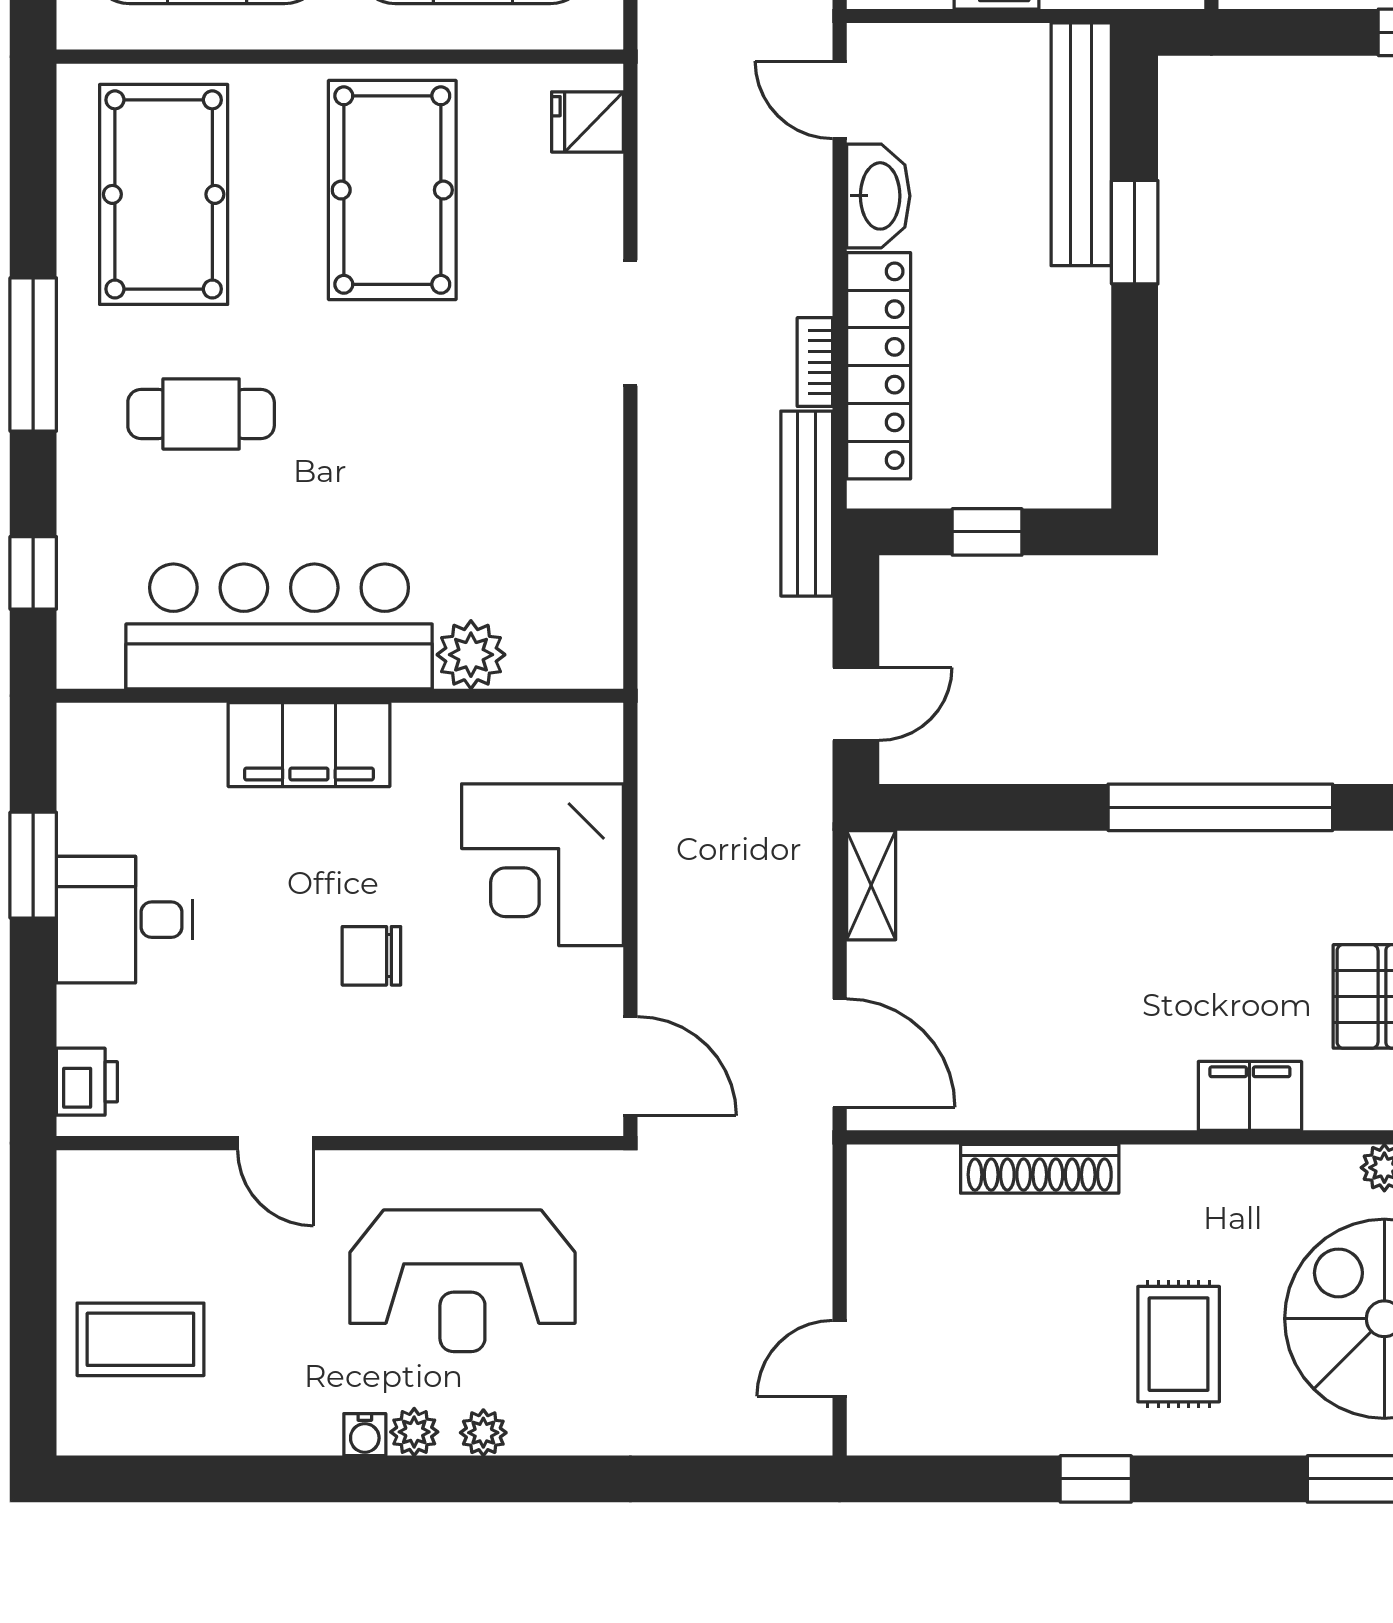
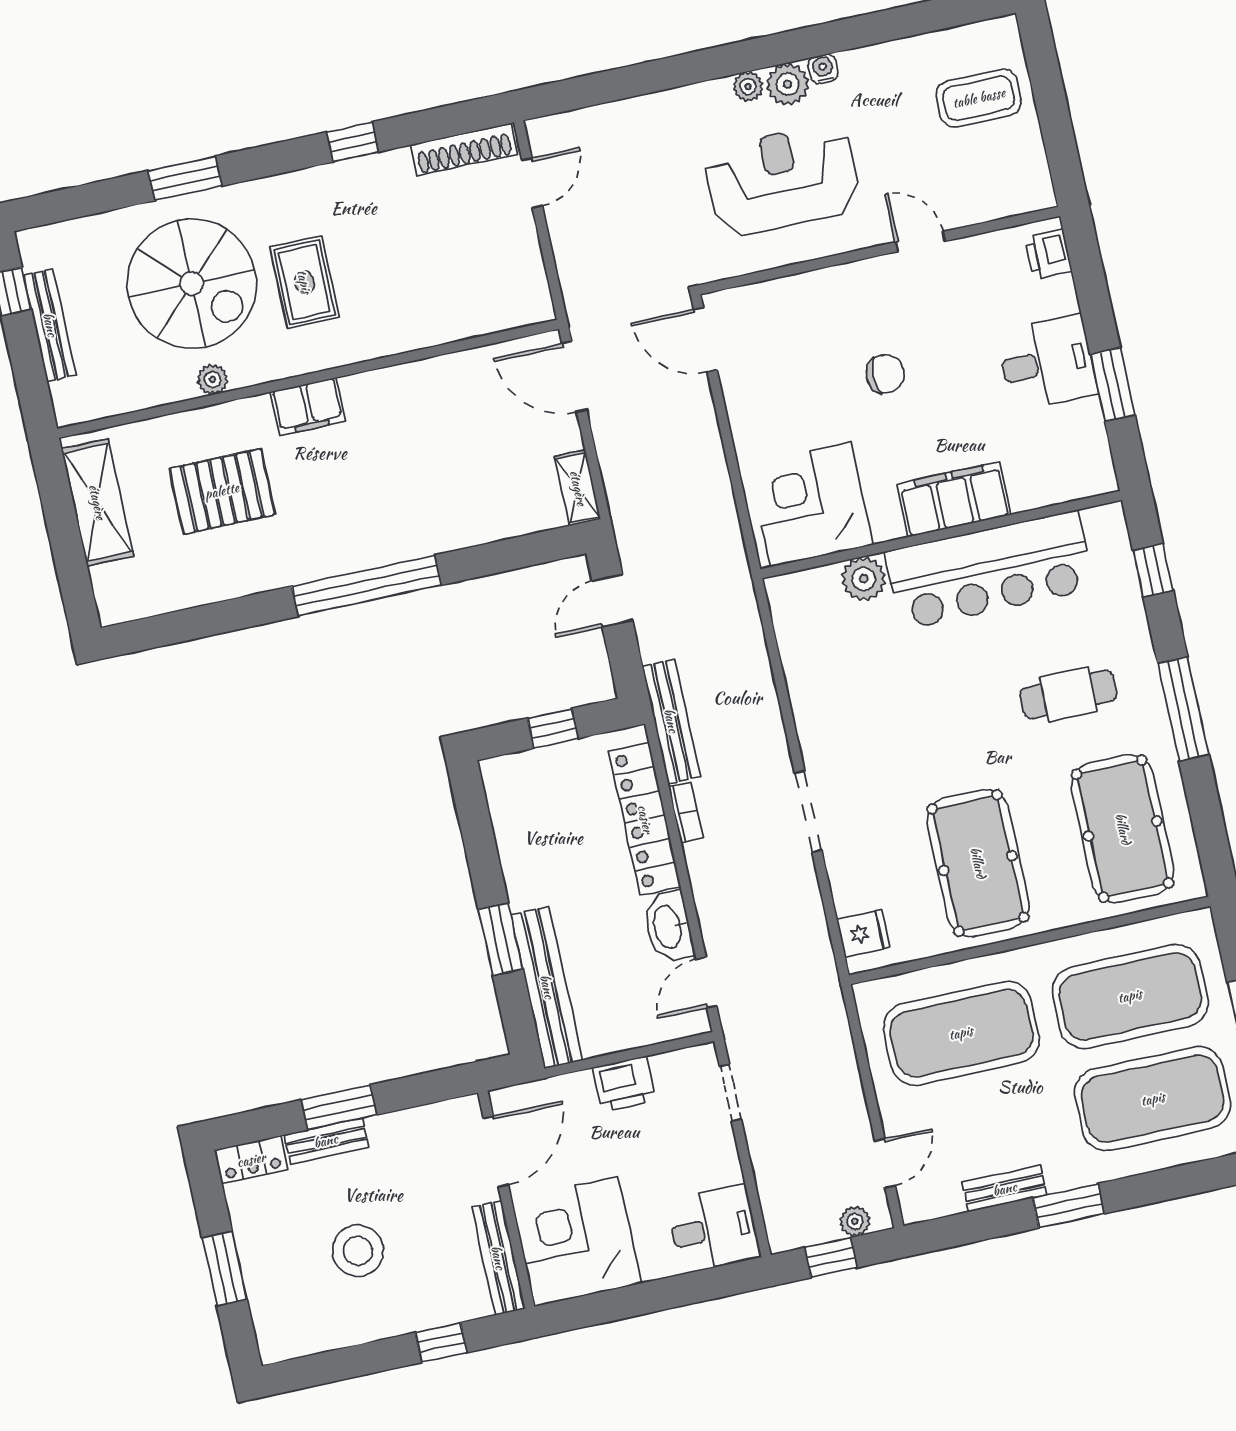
door: (840, 100) -> (706, 982), swing flipped
corner desk: (542, 865) -> (811, 505), moved, turned -90
shoe rack: (1040, 1169) -> (464, 149), moved, turned 180
rug: (1179, 1344) -> (304, 282), moved
plant: (414, 1432) -> (788, 84), width x1.38, depth x1.38

